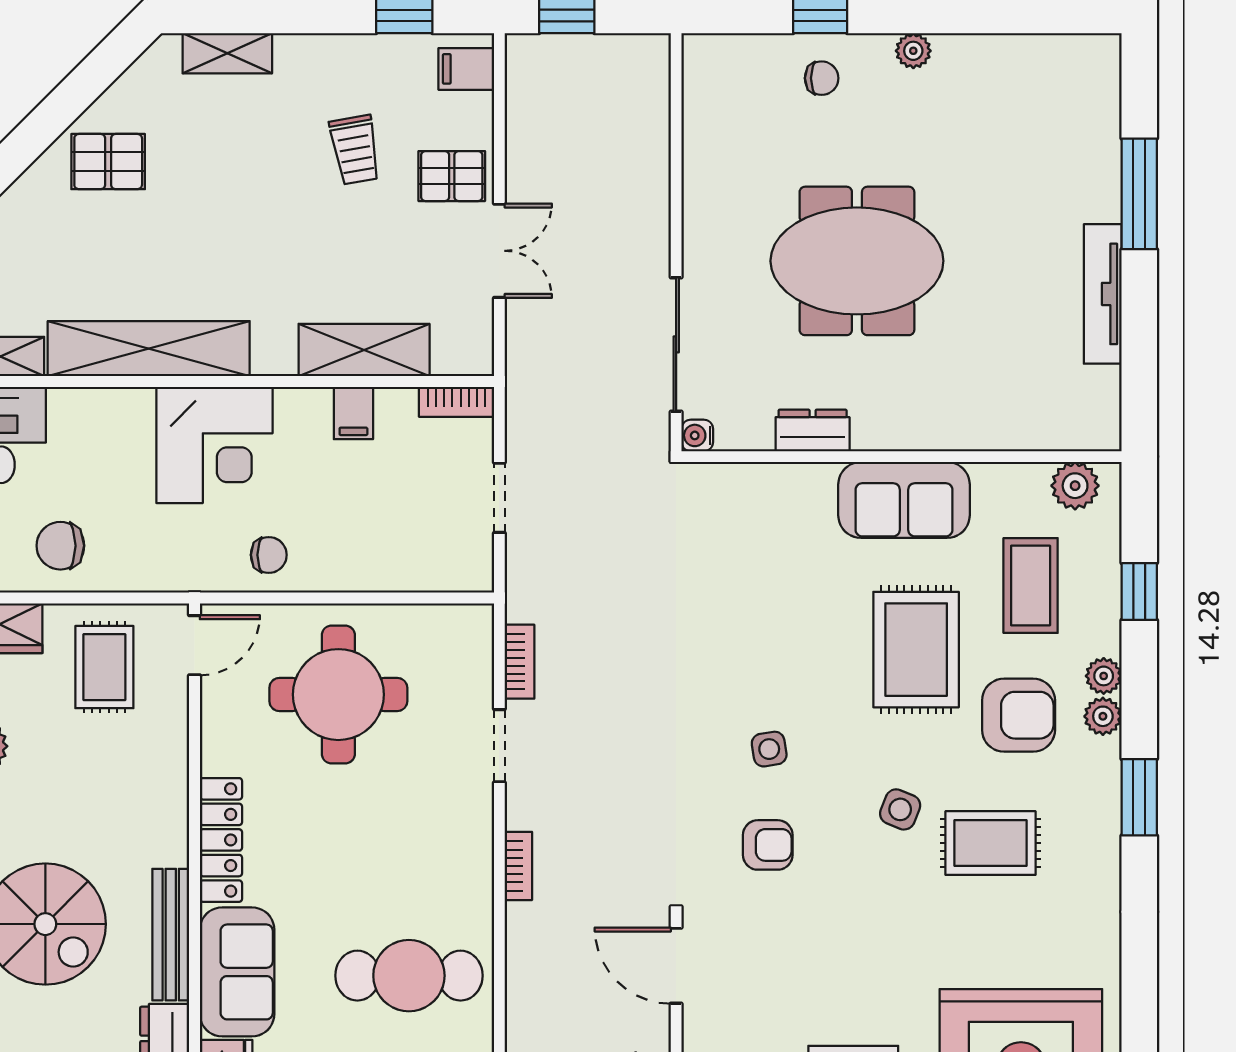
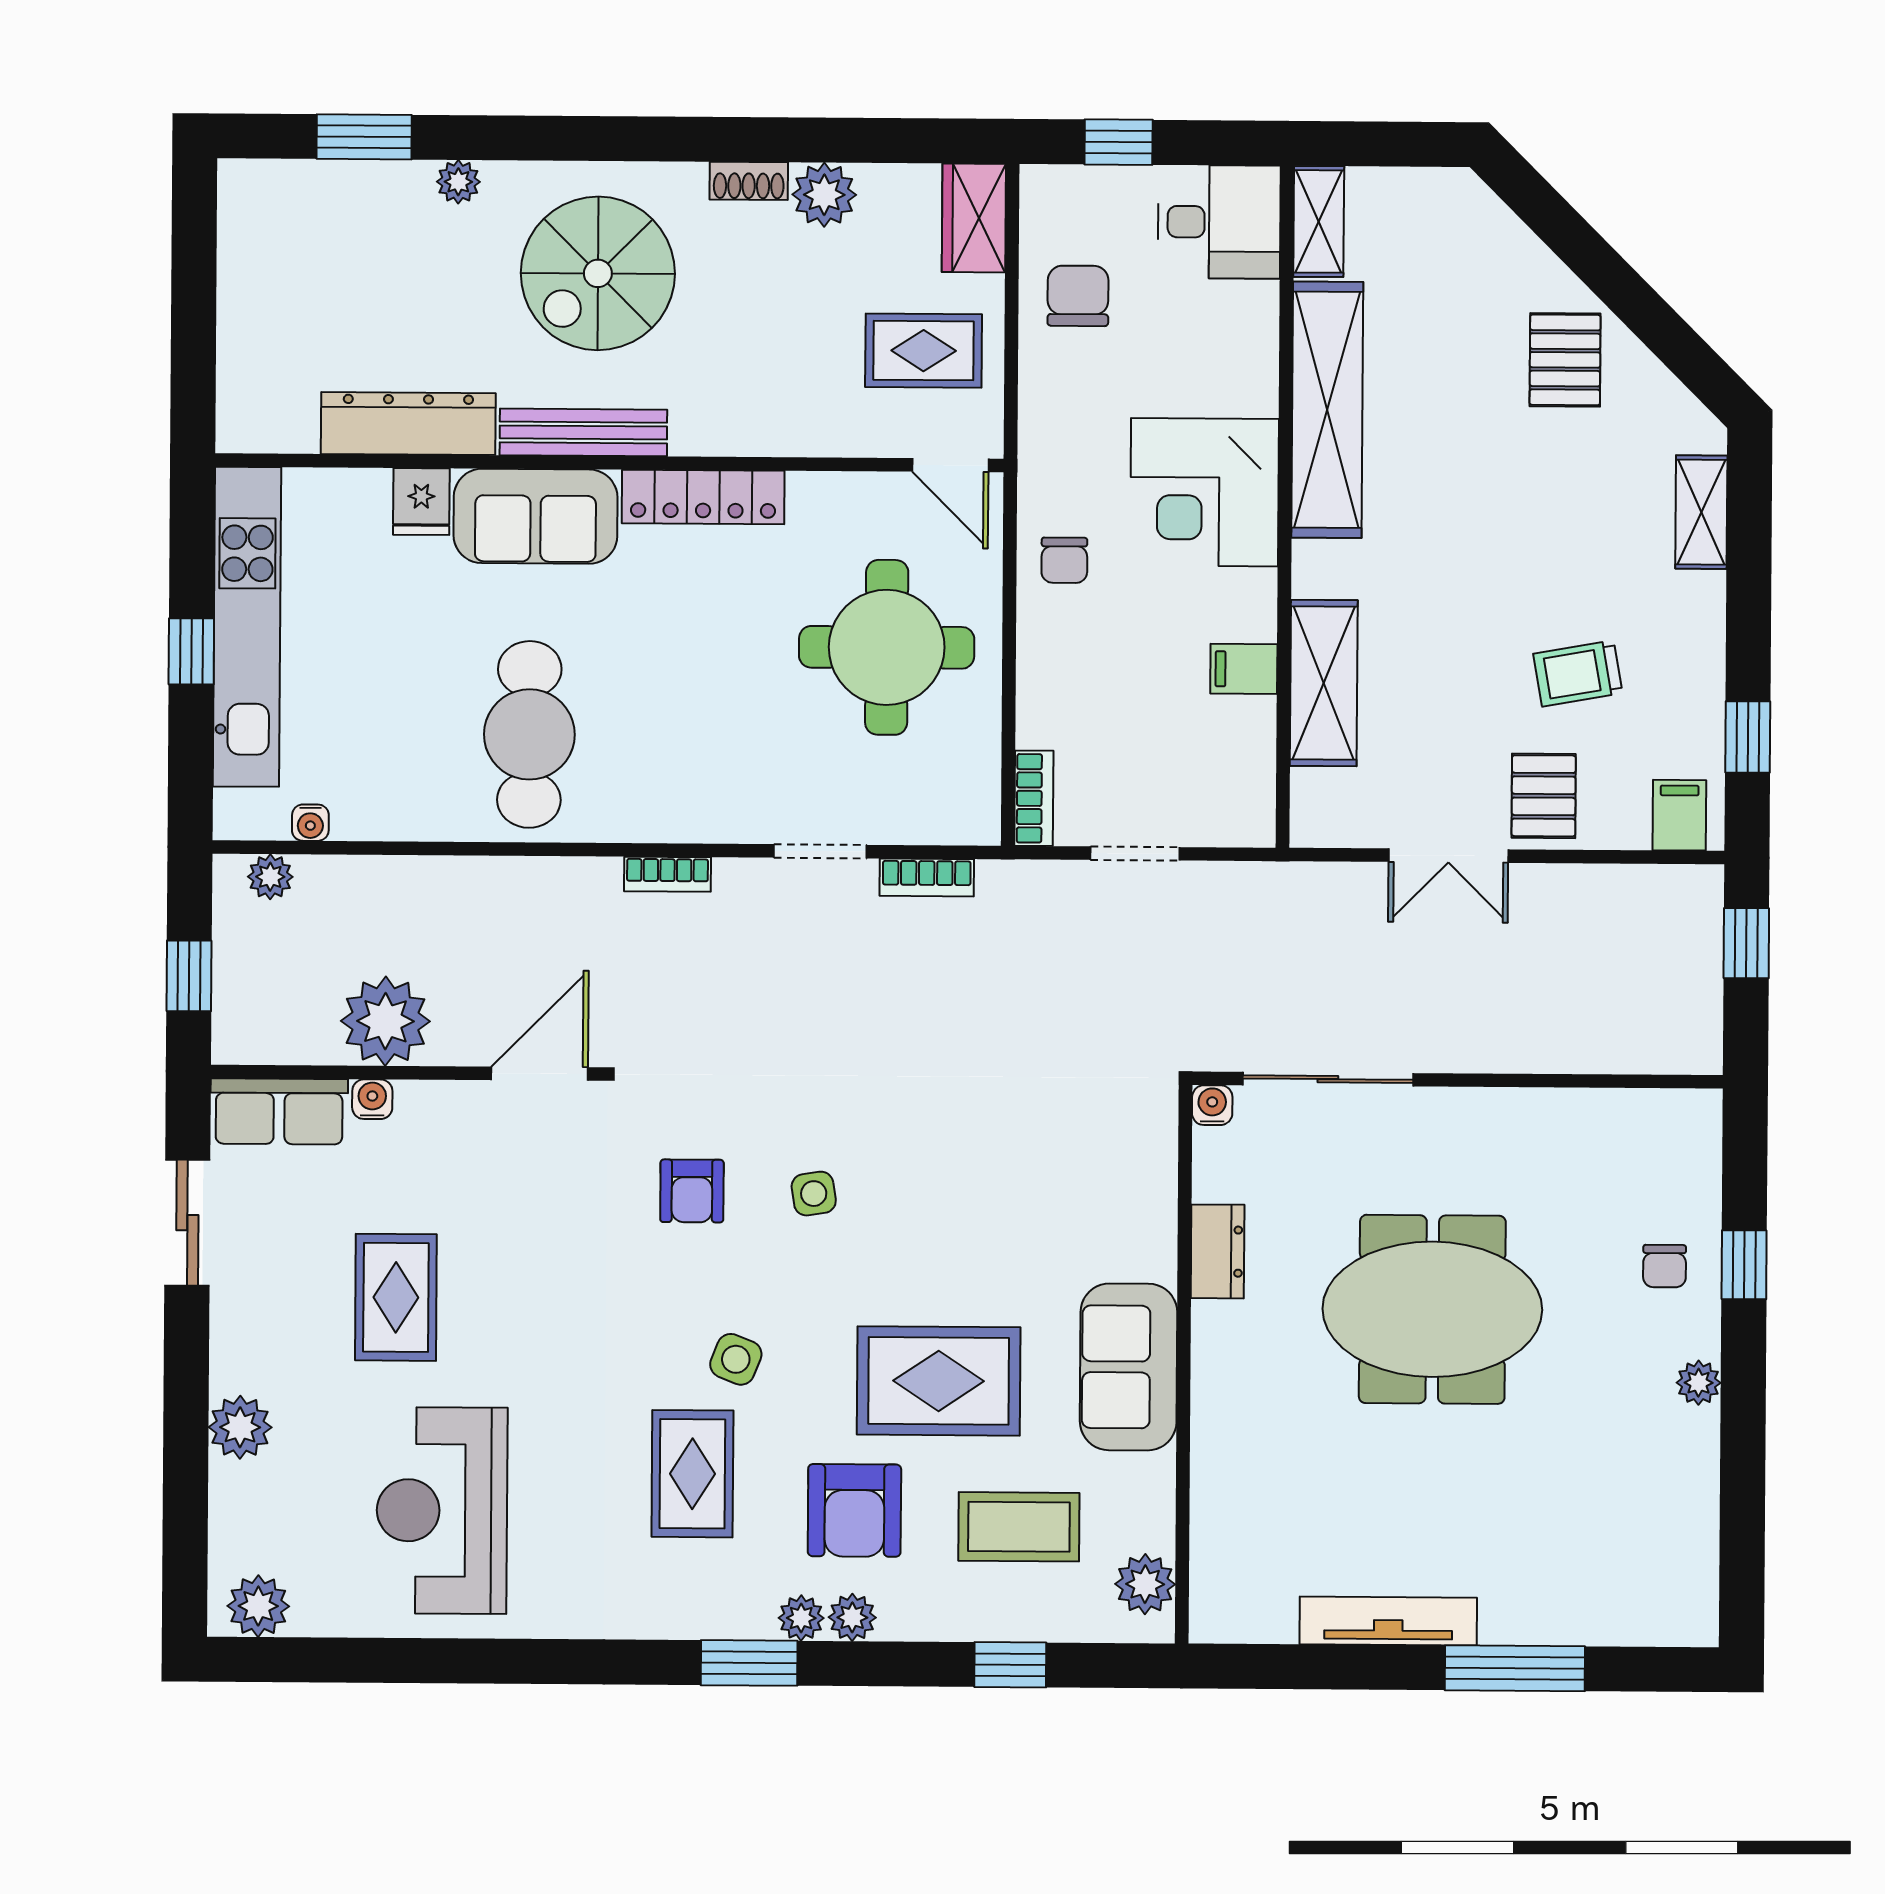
meeting table: (857, 261) -> (1432, 1309), turned 90
bookcase: (457, 402) -> (1034, 798), moved, turned 180
plant: (1104, 676) -> (801, 1618), moved

